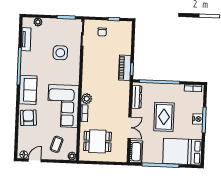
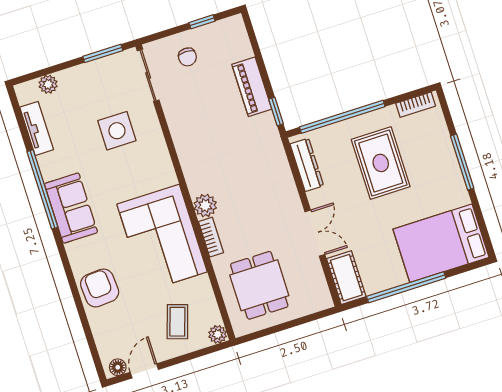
piano: (125, 68) -> (252, 87), moved
sofa: (28, 90) -> (71, 208), moved
rug: (164, 117) -> (381, 163), moved
nightstand: (198, 119) -> (448, 165), removed
dining table: (97, 141) -> (259, 285), turned 90

